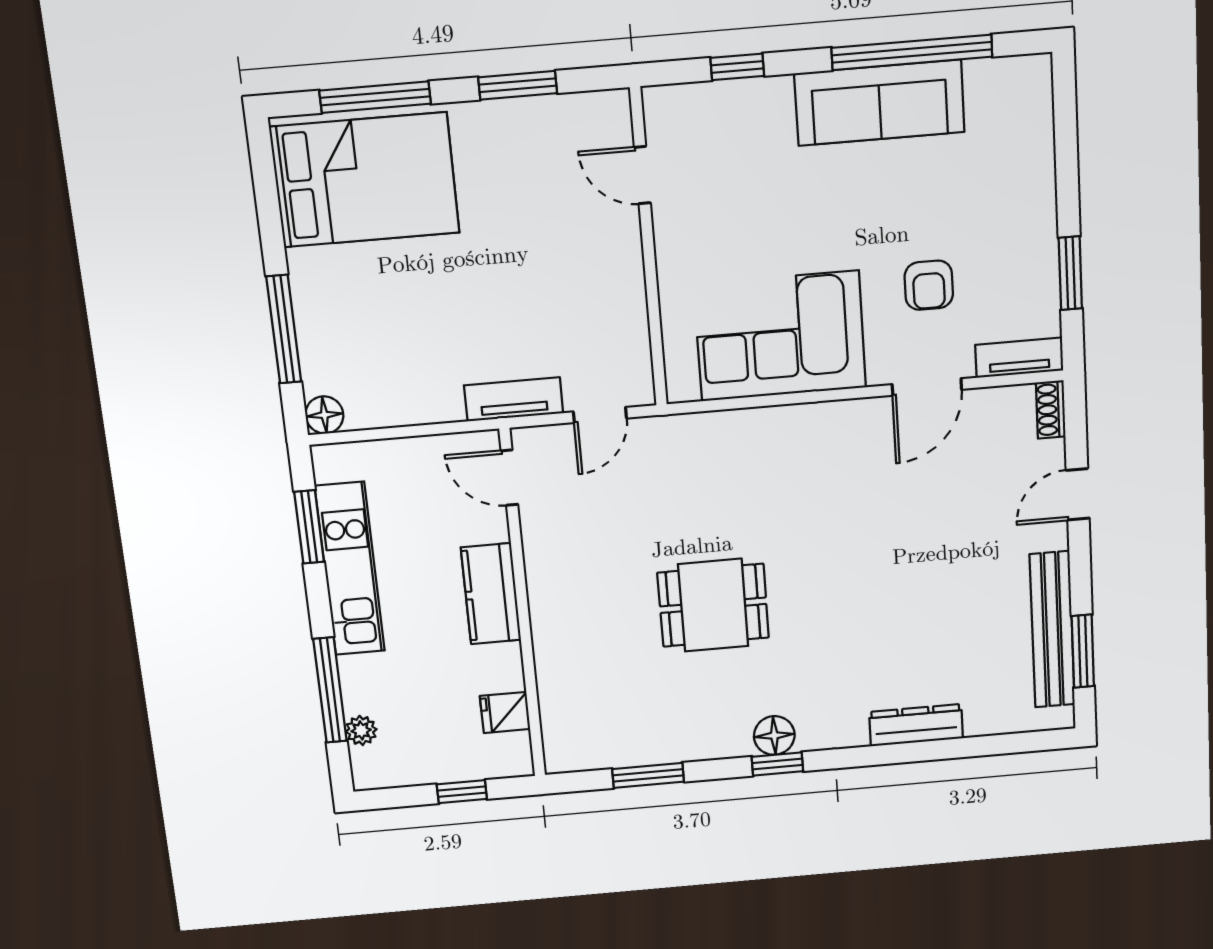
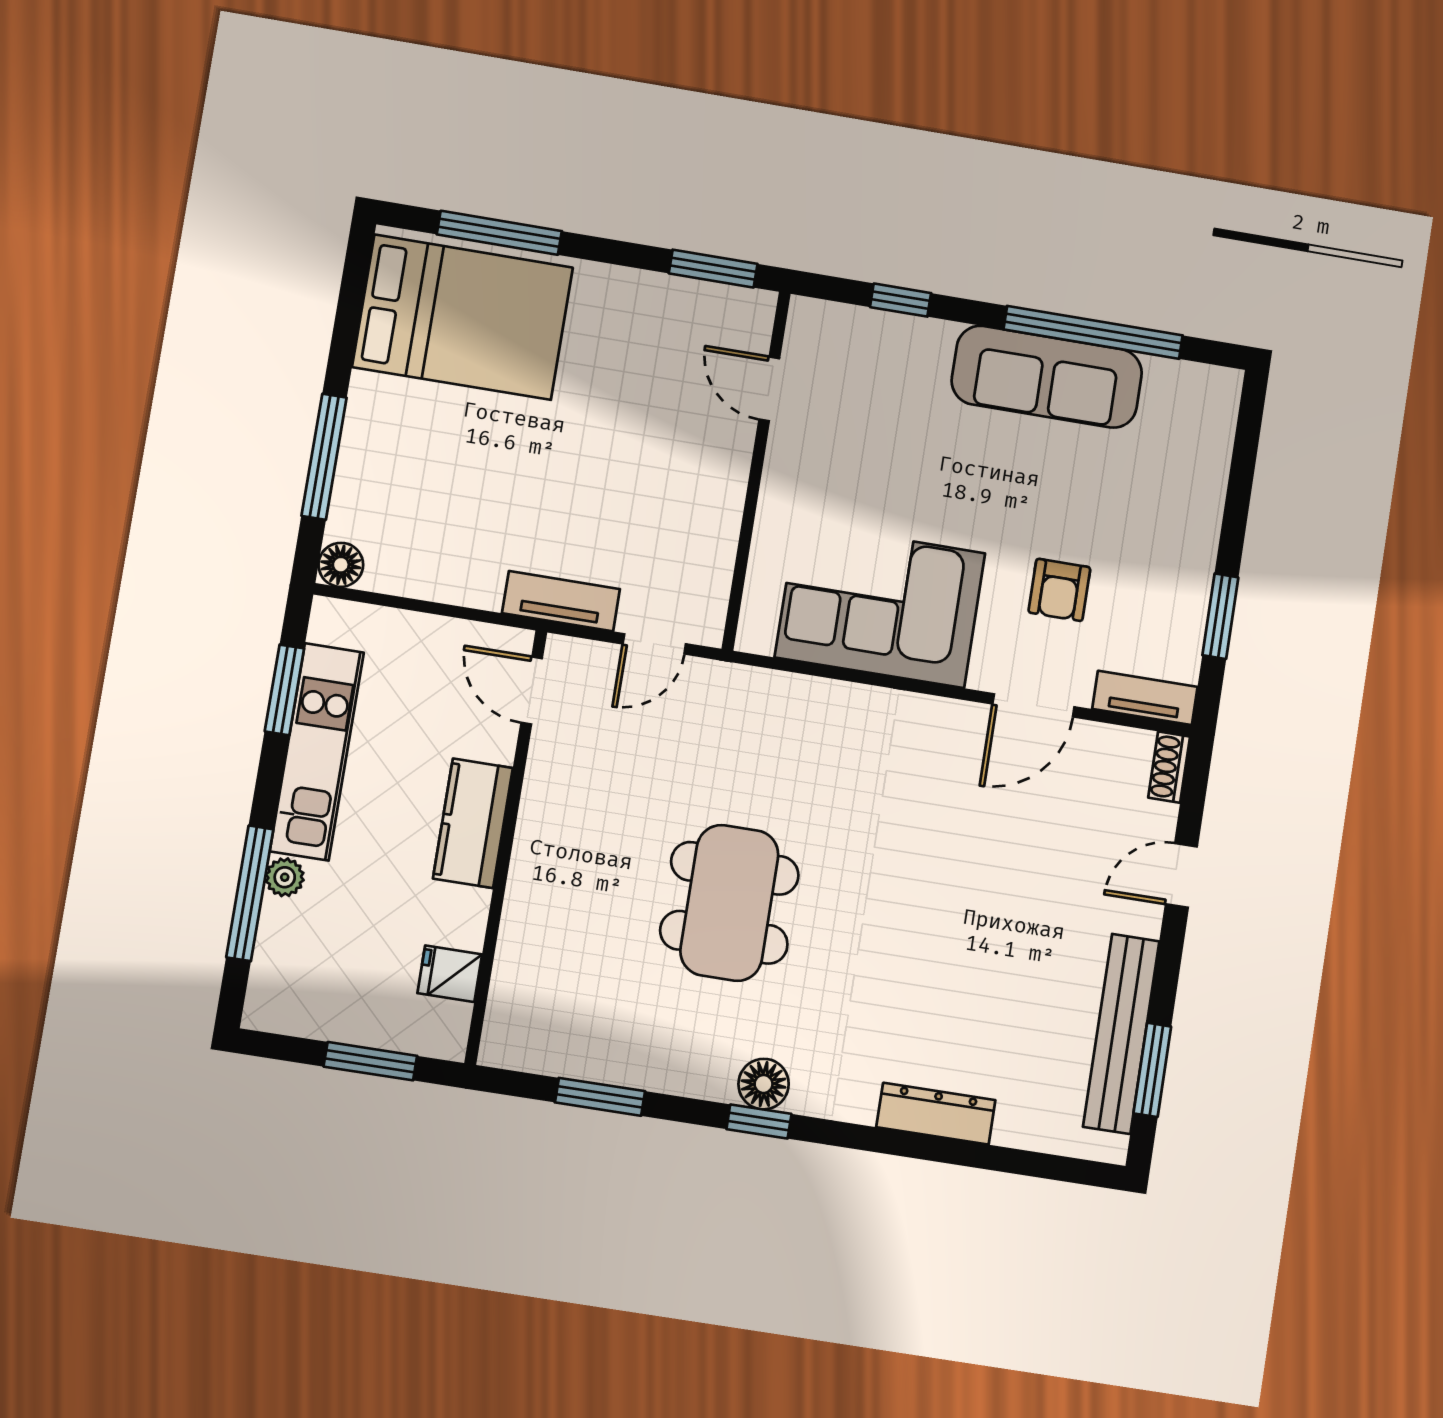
window: (518, 85) -> (713, 269), moved
dining table: (713, 605) -> (729, 903), width x1.37
plant: (361, 730) -> (285, 877), moved
window: (462, 792) -> (370, 1061), width x1.50

